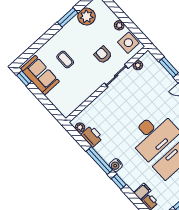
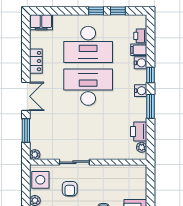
plant: (138, 65) -> (35, 155), moved
window: (99, 161) -> (150, 106), width x0.69
water cooler: (133, 184) -> (141, 63), added

